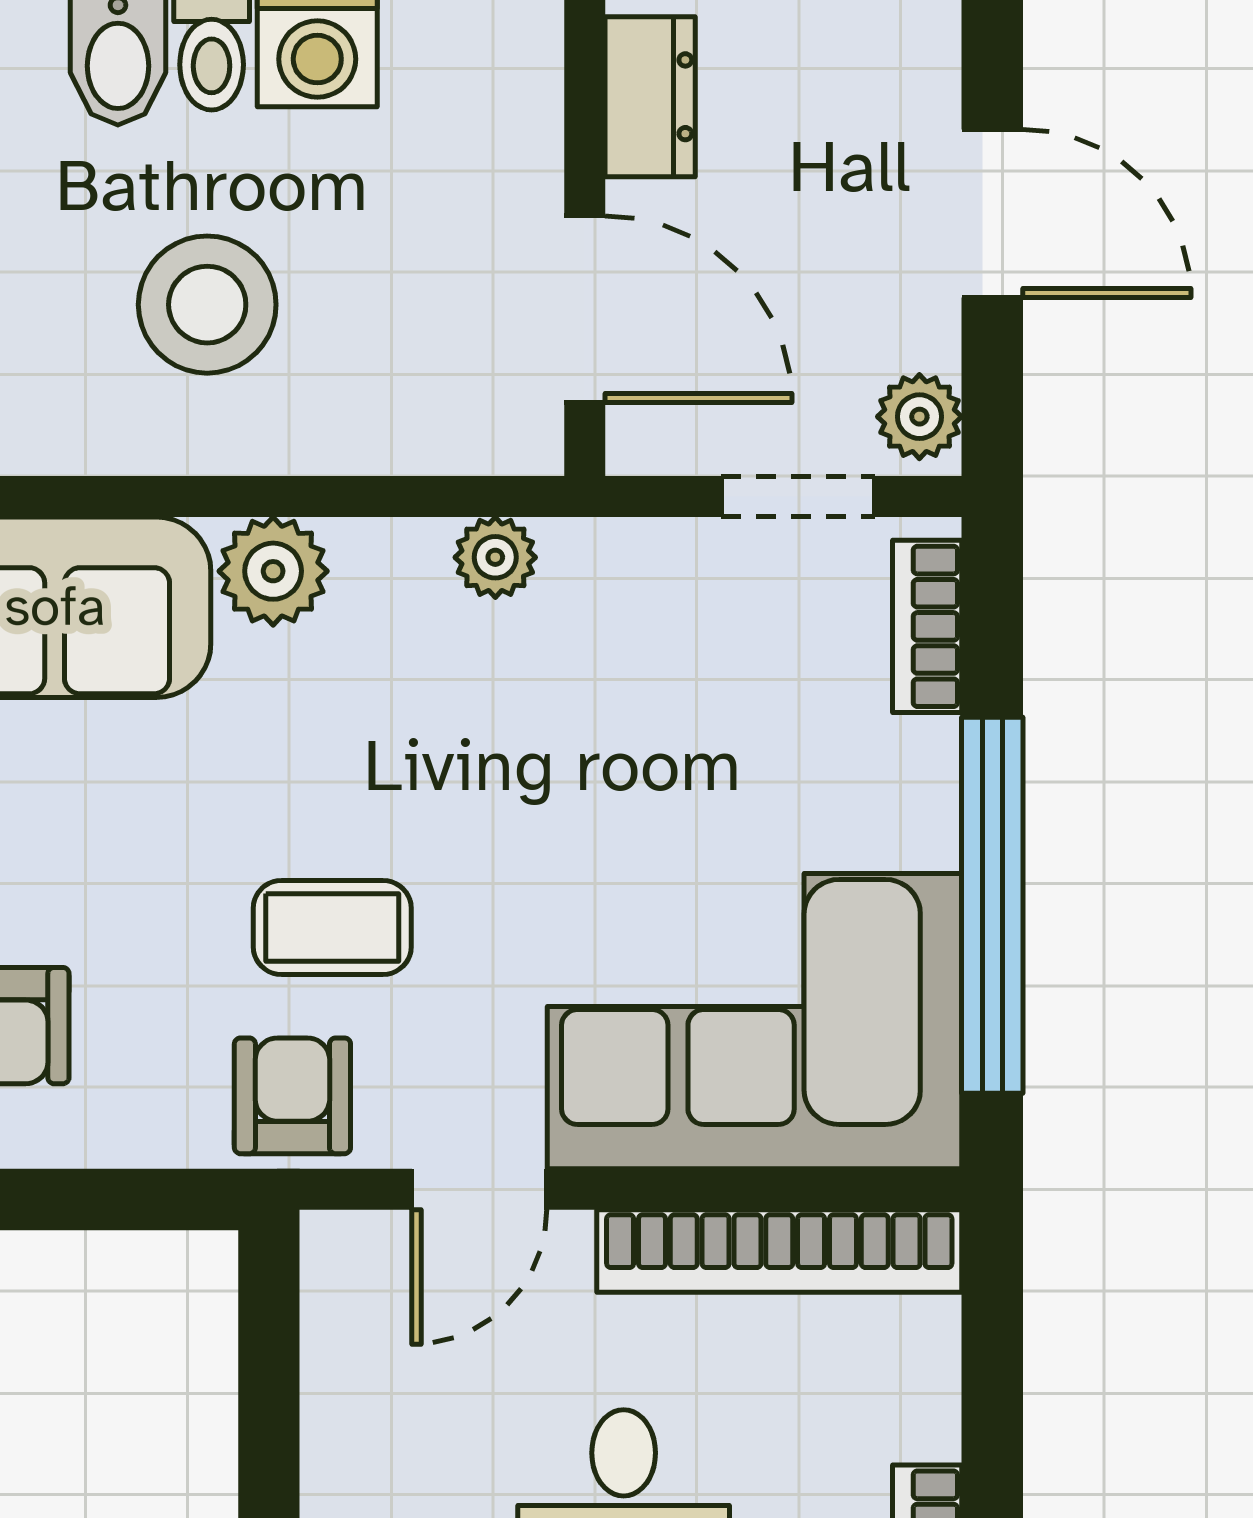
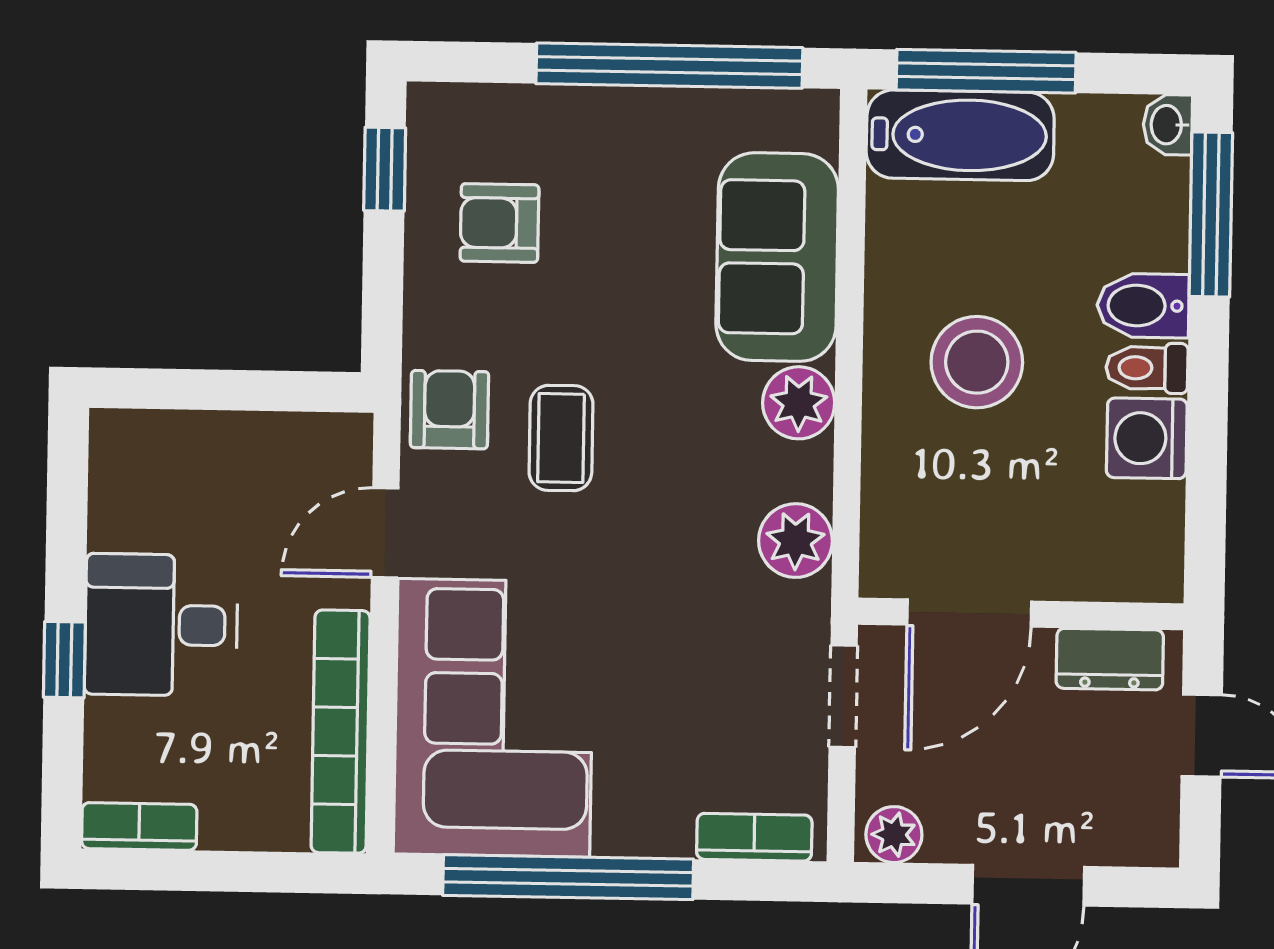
doorway: (798, 497) -> (843, 696), moved
plant: (495, 557) -> (795, 541), width x1.38, depth x1.38
armchair: (292, 1096) -> (449, 410), turned -90
door: (479, 1189) -> (385, 533), hinge flipped

